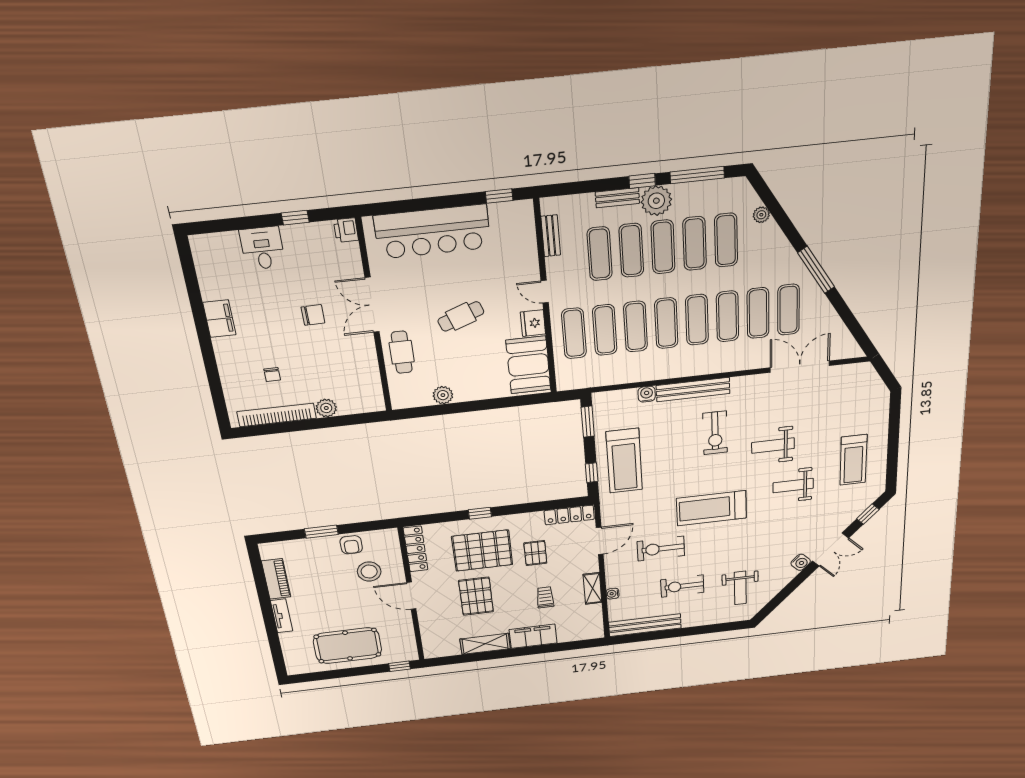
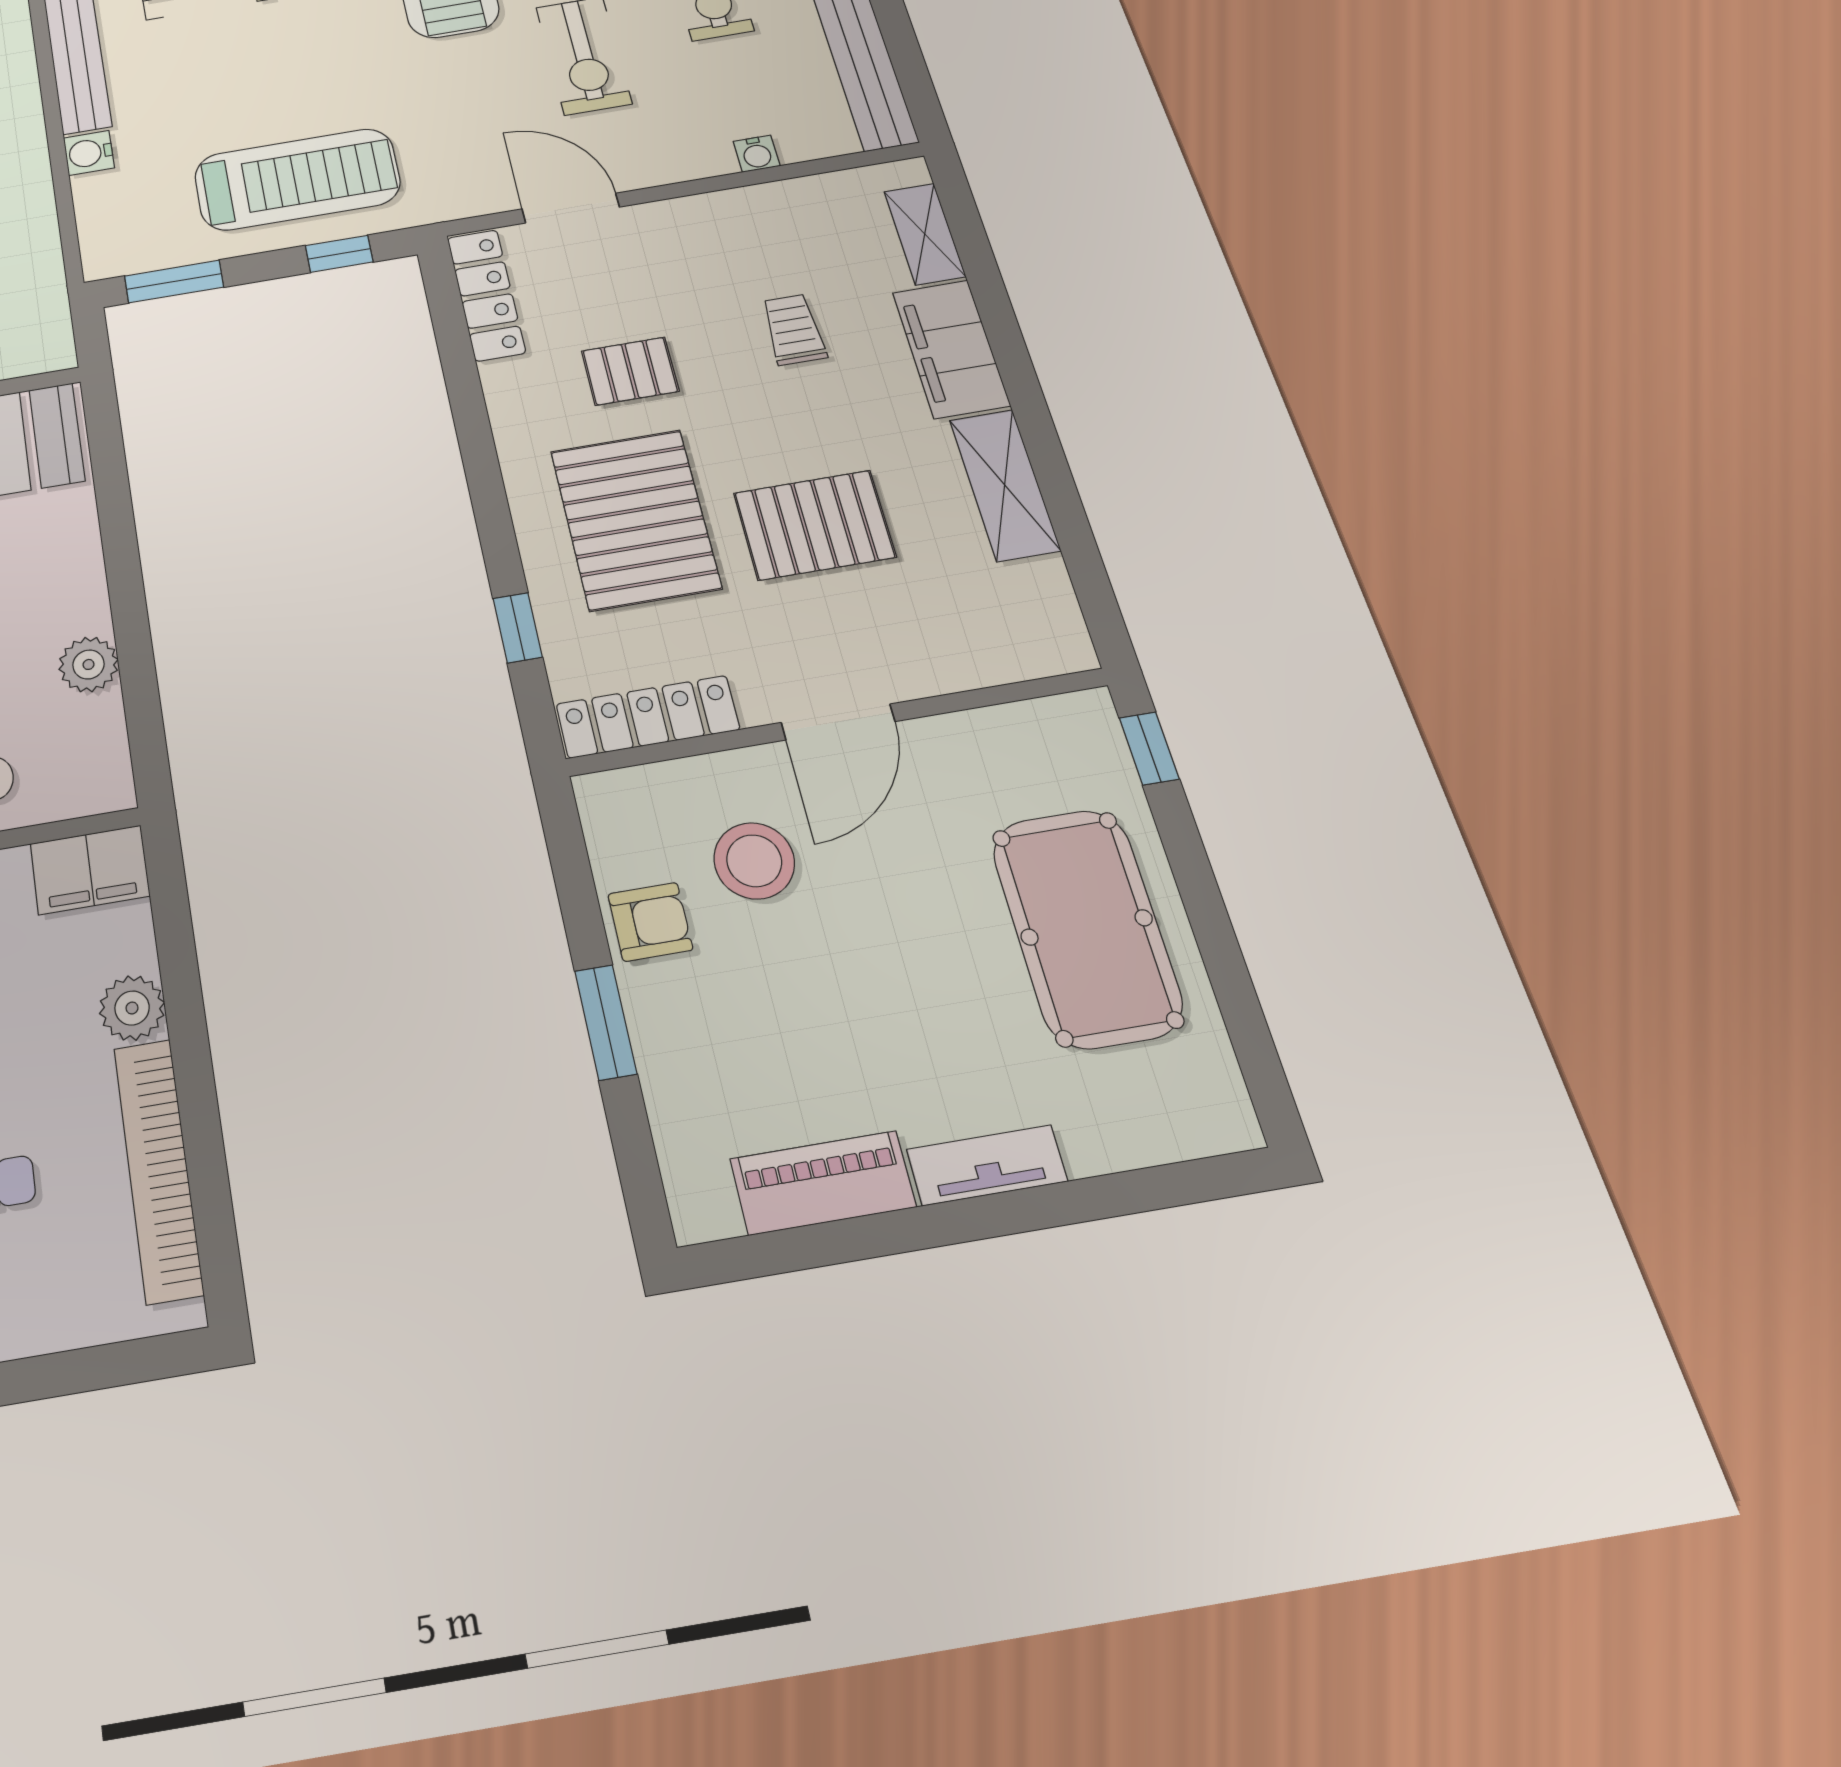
filing cabinet: (372, 396) -> (90, 870), added
window: (480, 513) -> (518, 628), moved
shelving: (592, 588) -> (925, 234), moved, turned 90
trolley: (545, 597) -> (793, 330), turned 90

